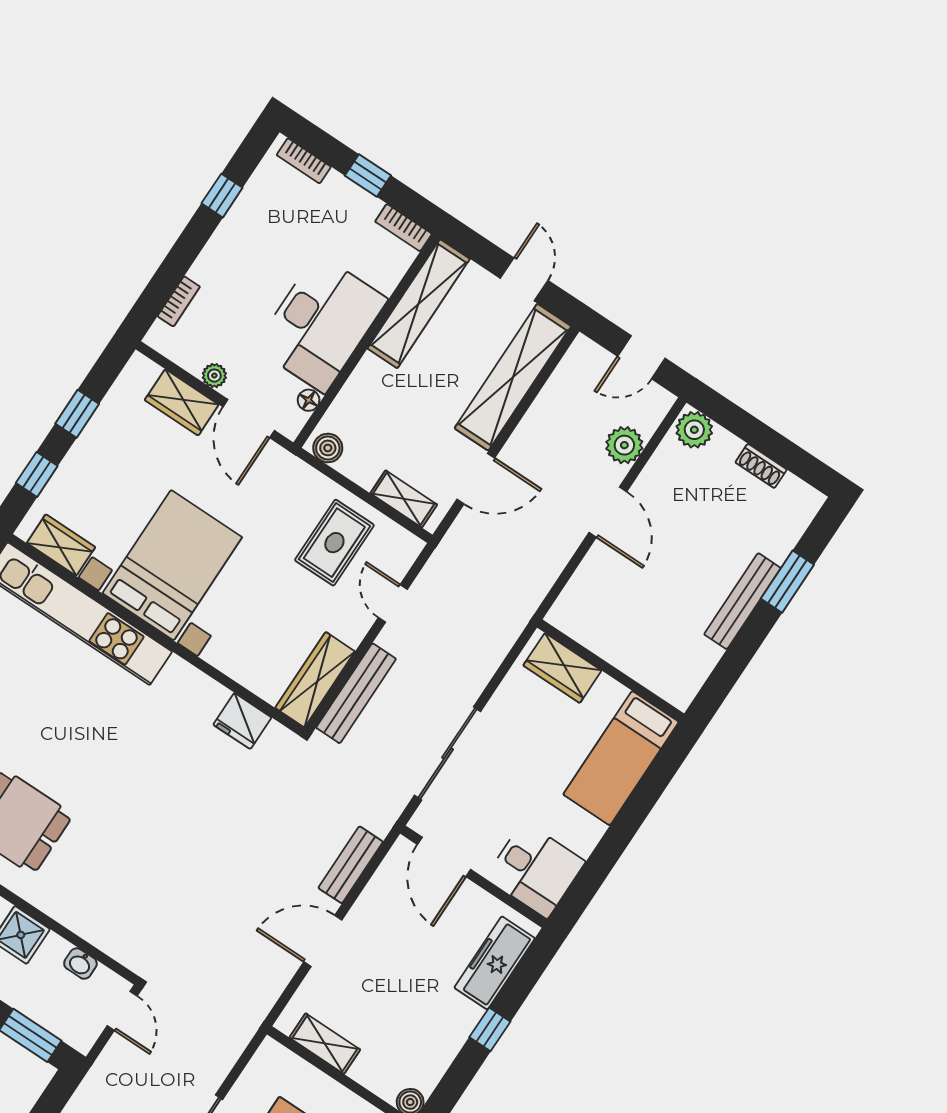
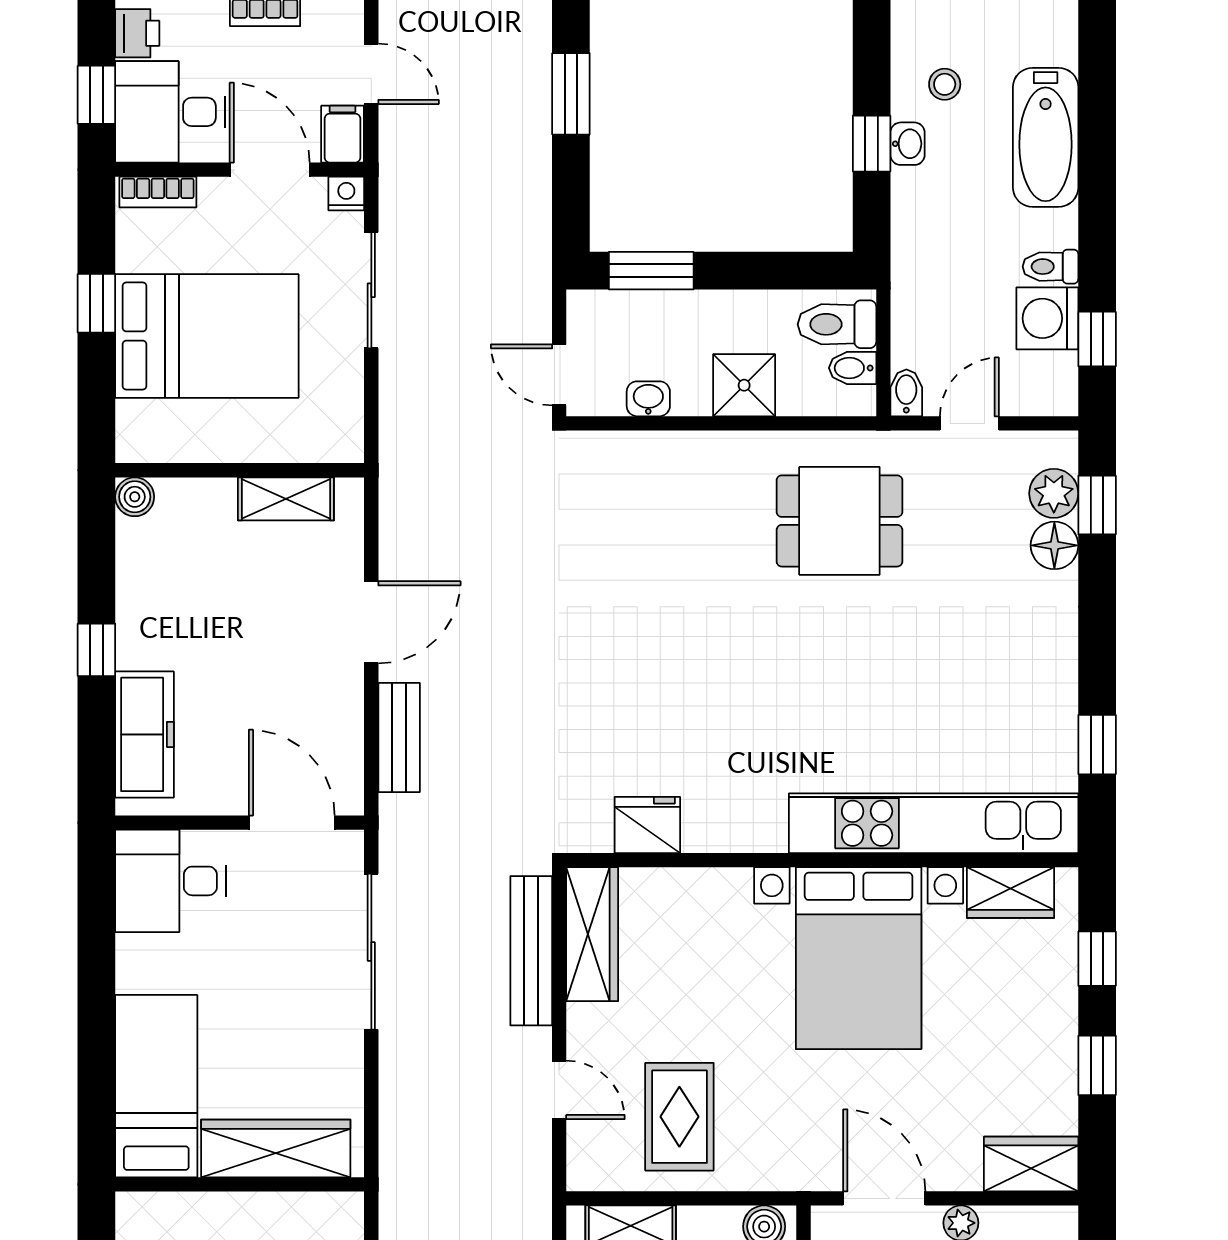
wardrobe: (182, 402) -> (1031, 1164), moved
wardrobe: (562, 668) -> (276, 1148), width x1.50

